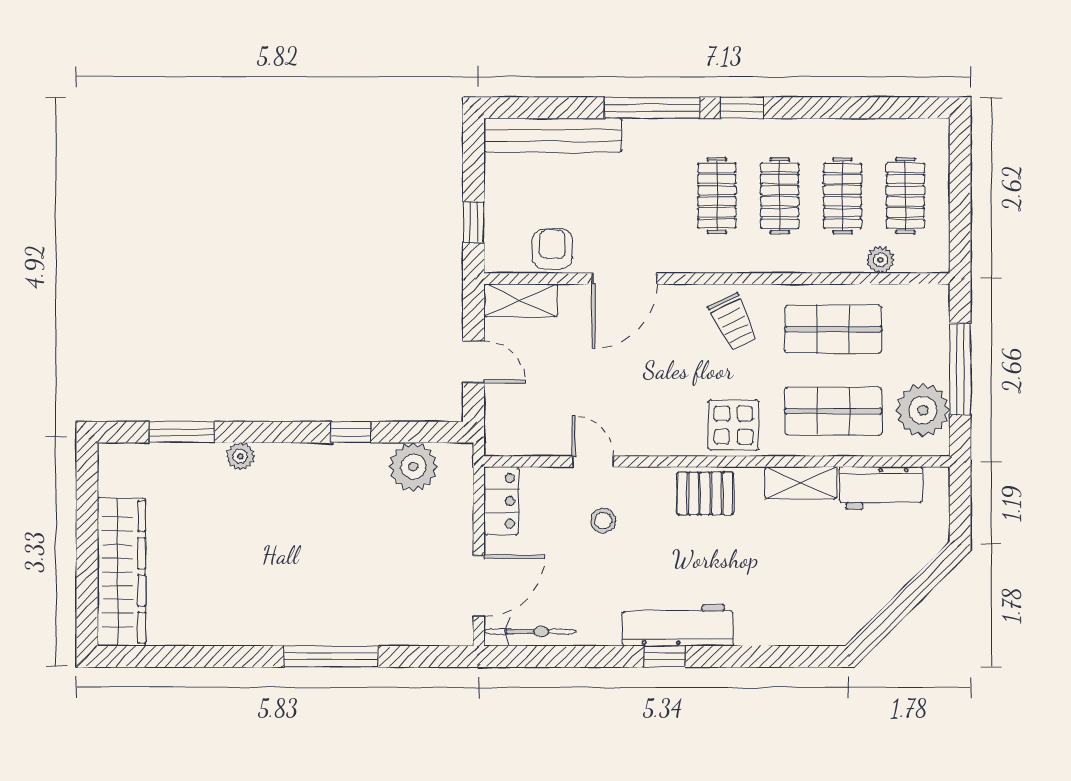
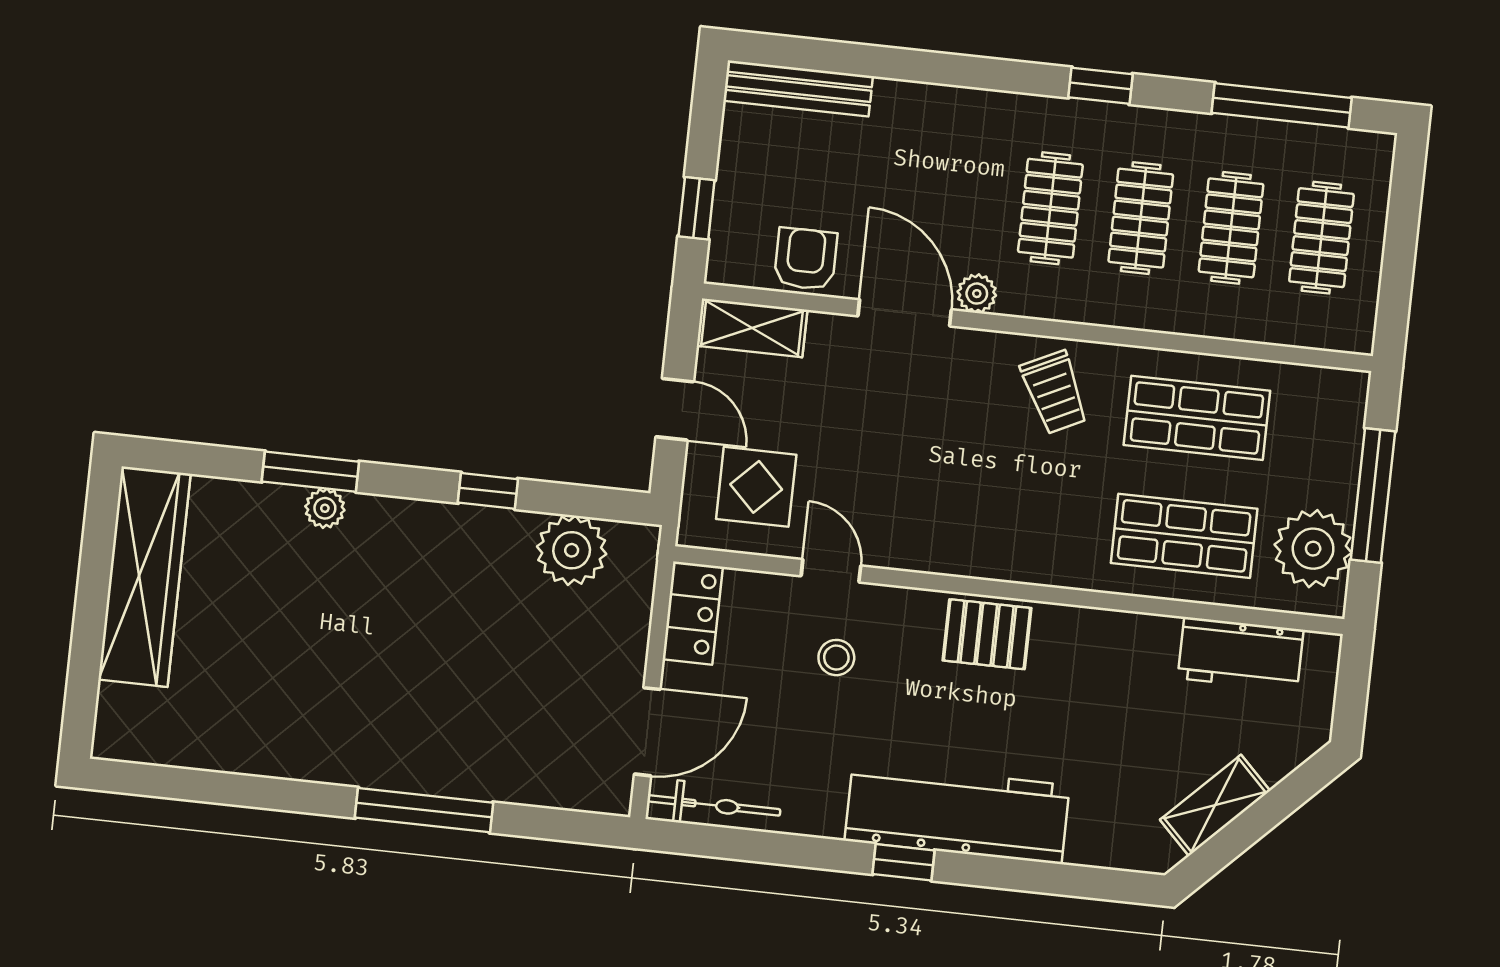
window: (652, 108) -> (1282, 105), moved
bench: (553, 135) -> (798, 88), width x0.73, depth x0.82
plant: (880, 260) -> (977, 294), moved
door: (624, 279) -> (905, 313), swing flipped
display table: (734, 425) -> (756, 487), moved
window: (182, 432) -> (310, 472), moved
shelving: (801, 483) -> (1215, 805), moved, turned -45
wardrobe: (121, 572) -> (144, 577), moved
workbench: (678, 625) -> (957, 813), width x1.36, depth x1.32

